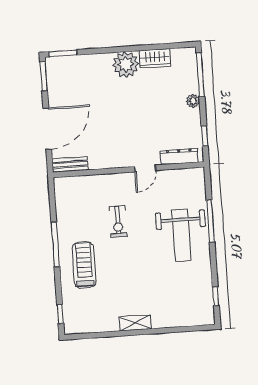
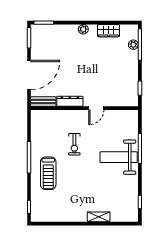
plant: (126, 64) -> (83, 29), width x0.53, depth x0.53
plant: (193, 101) -> (133, 45), moved
dresser: (179, 156) -> (70, 101), moved
weight bench: (181, 235) -> (119, 157), turned 90
treadmill: (84, 265) -> (48, 173), turned 180
shelving: (135, 323) -> (99, 217), moved

